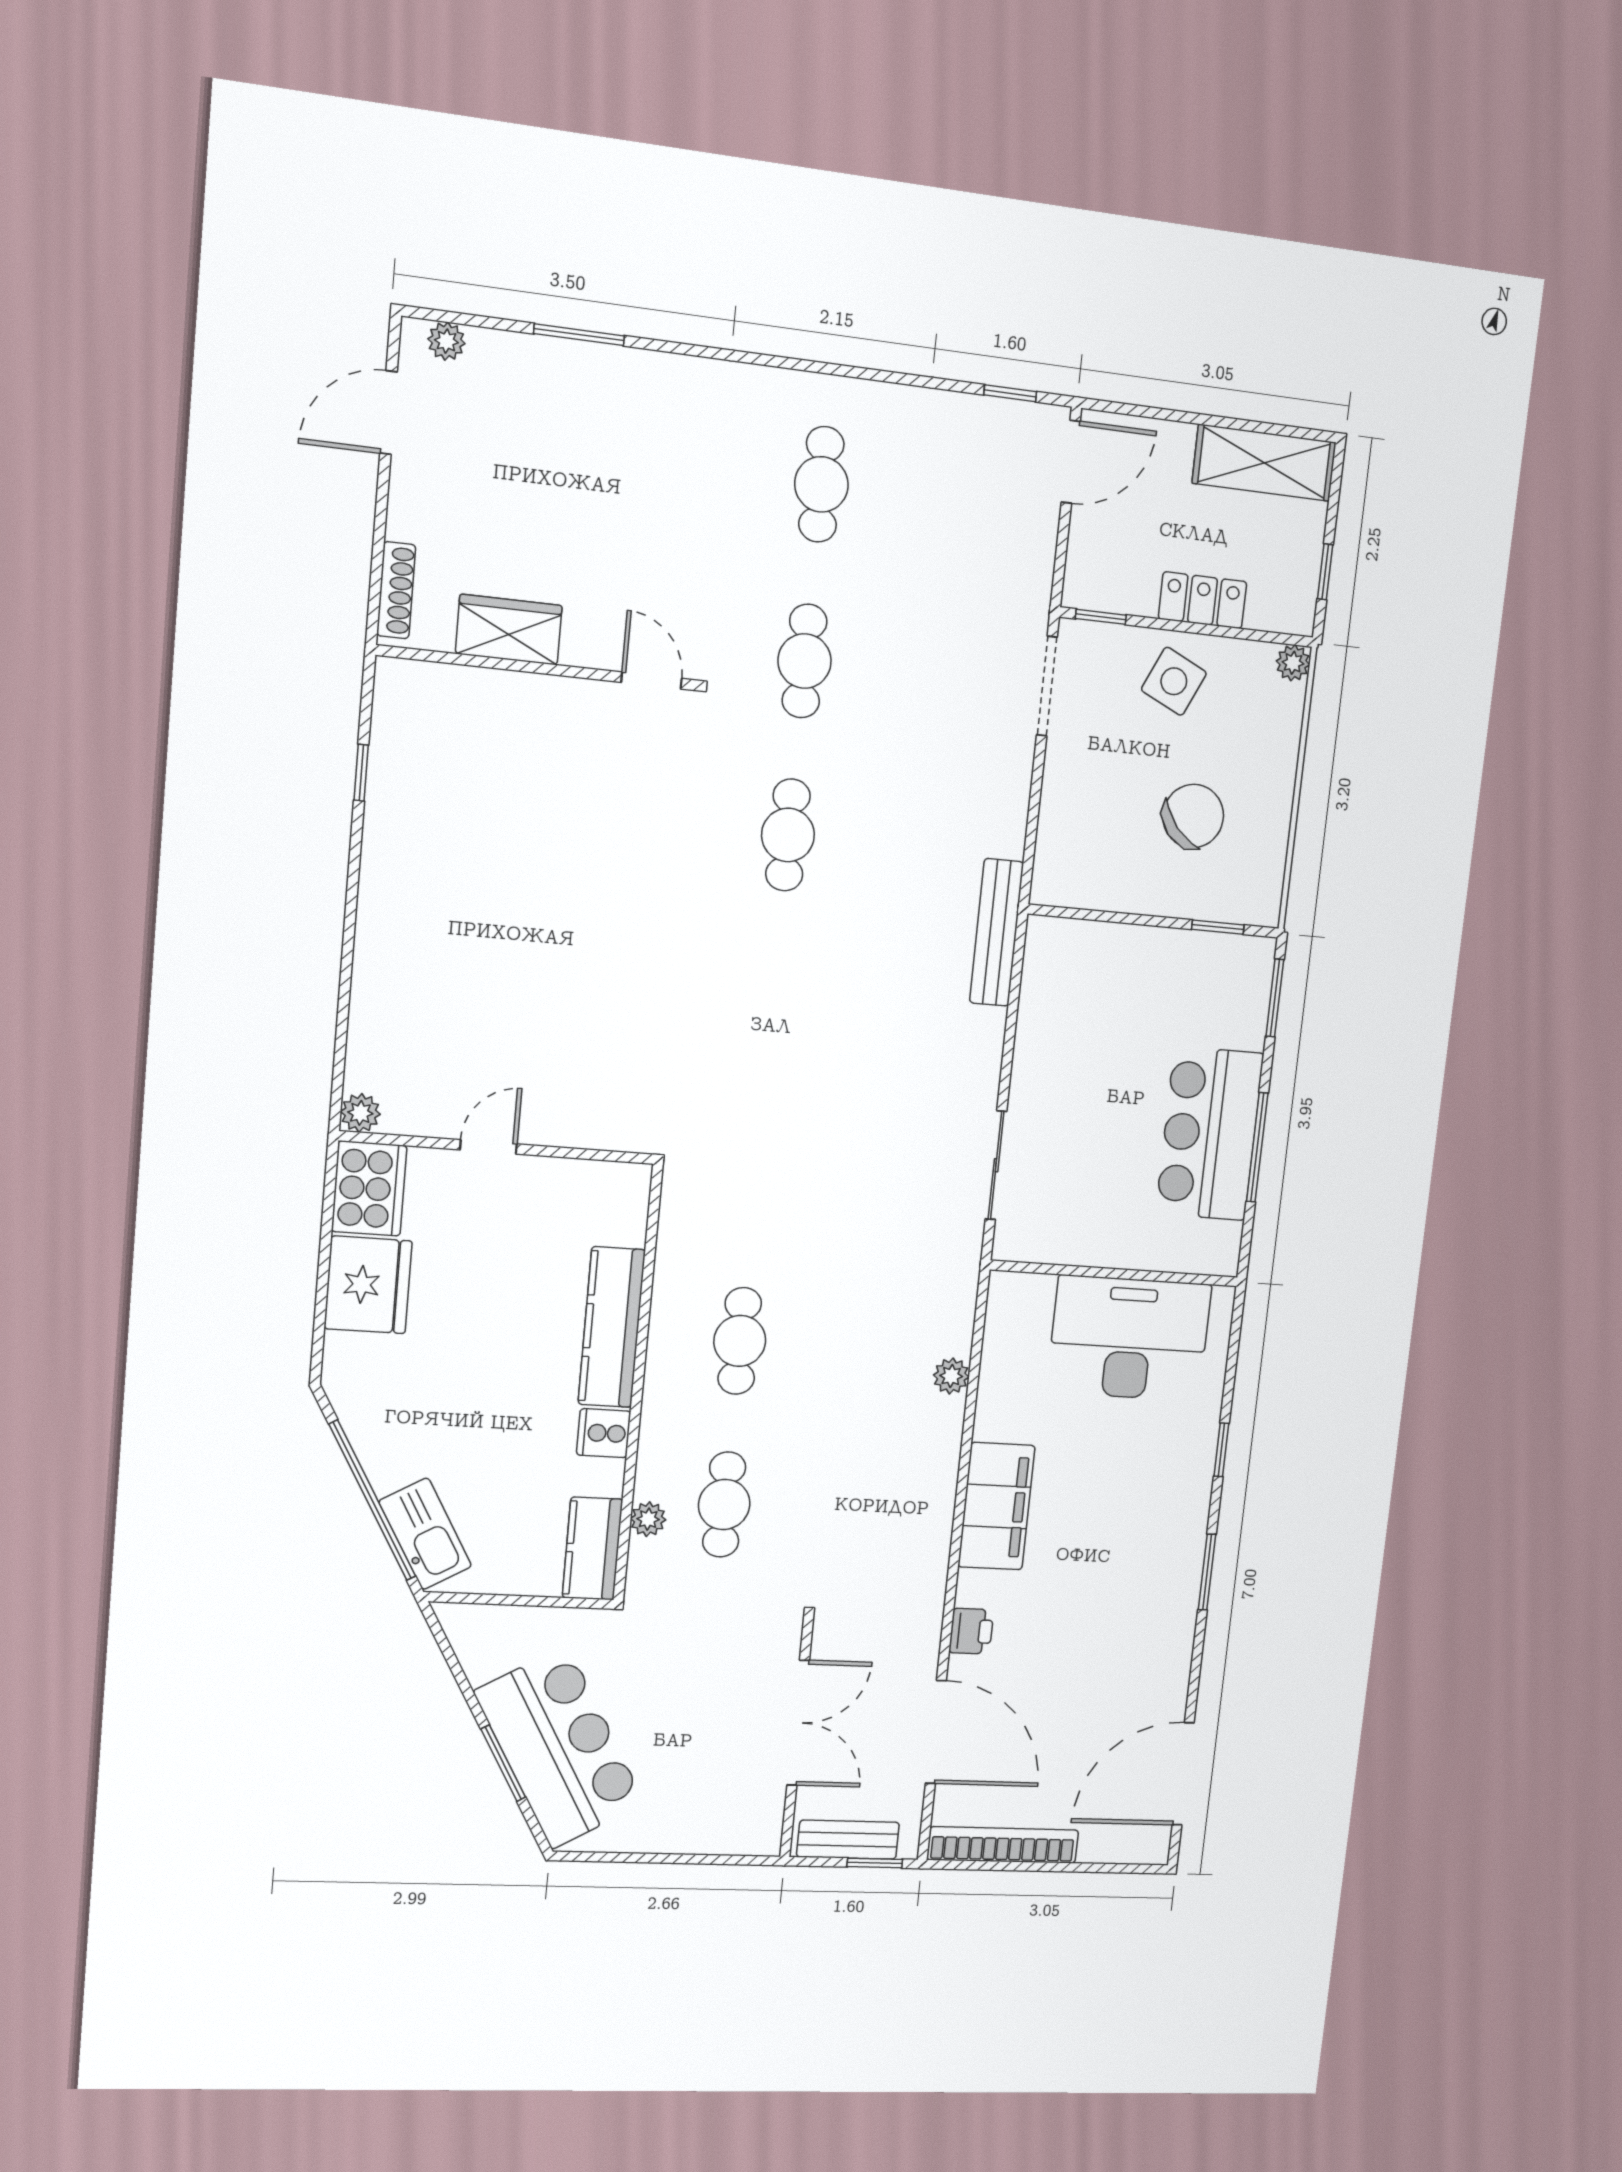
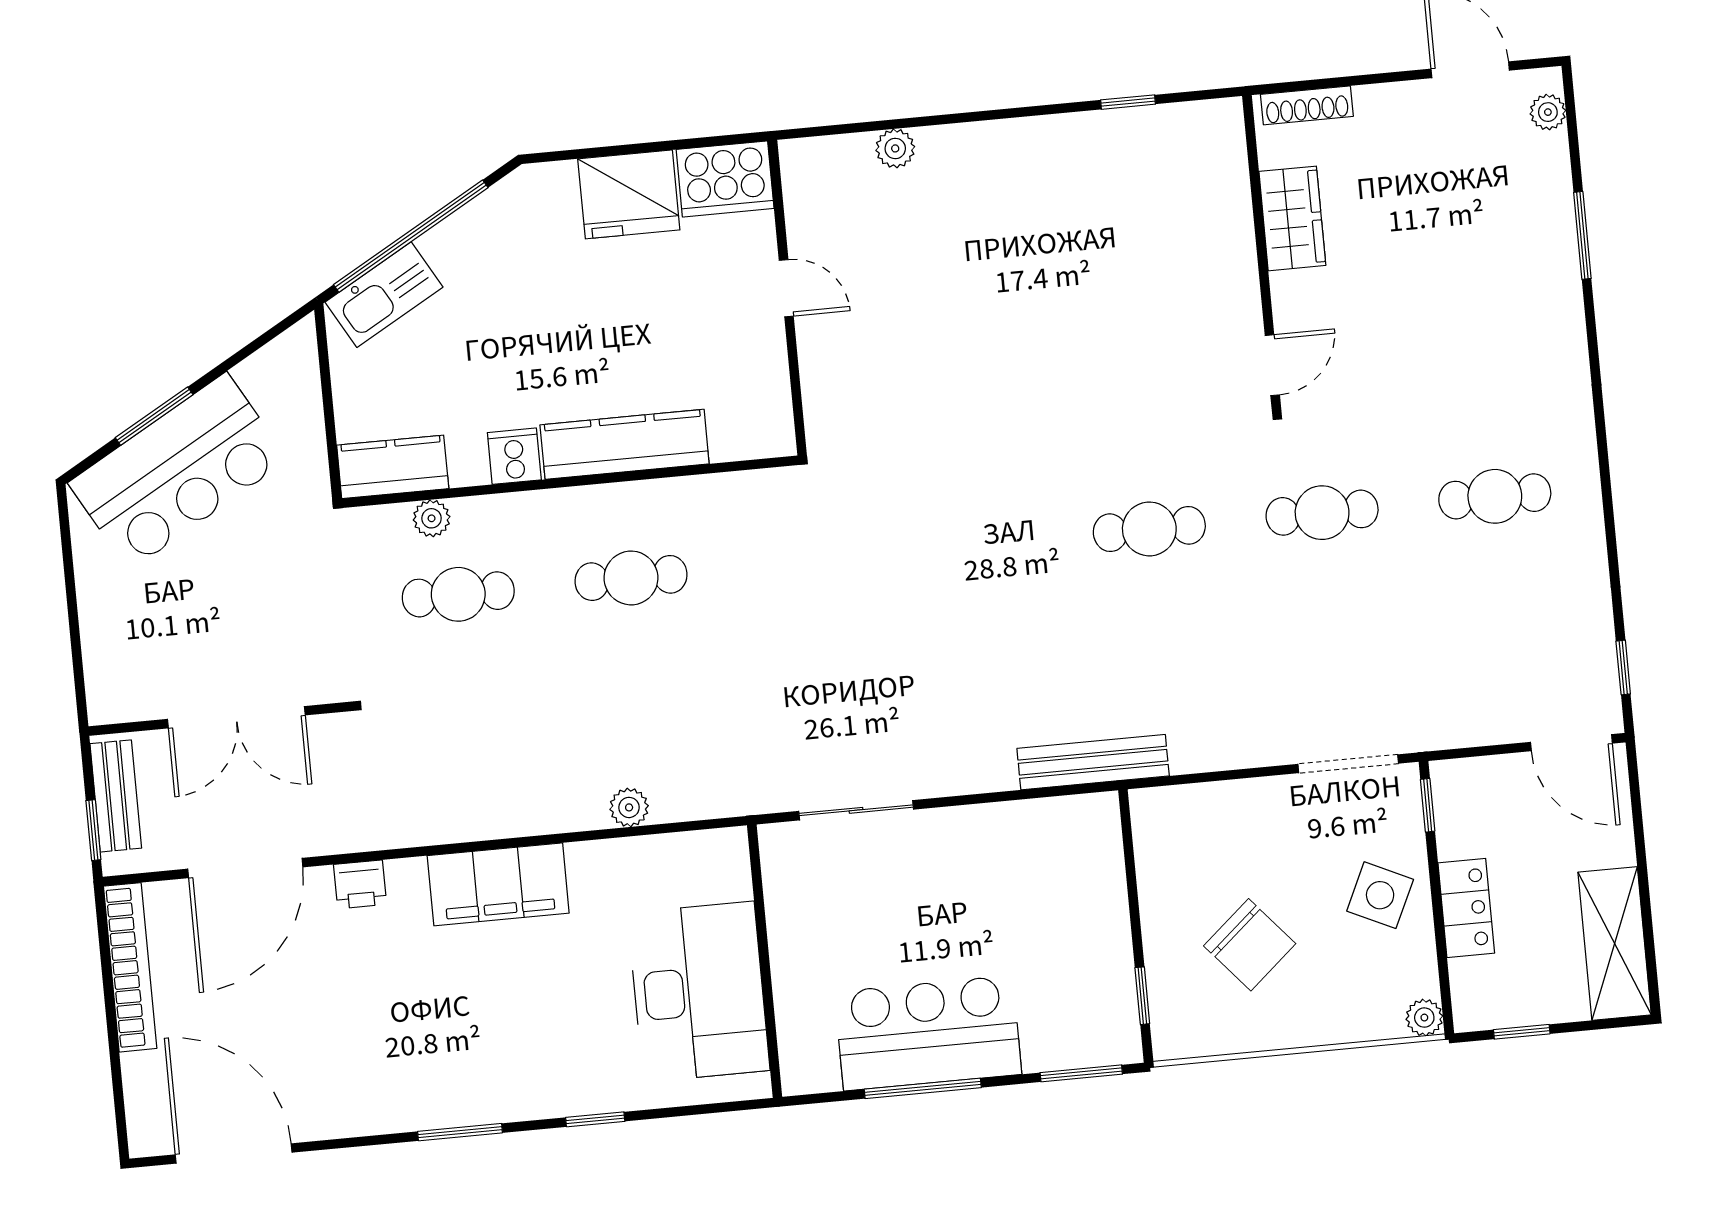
plant: (360, 1113) -> (895, 148), moved

